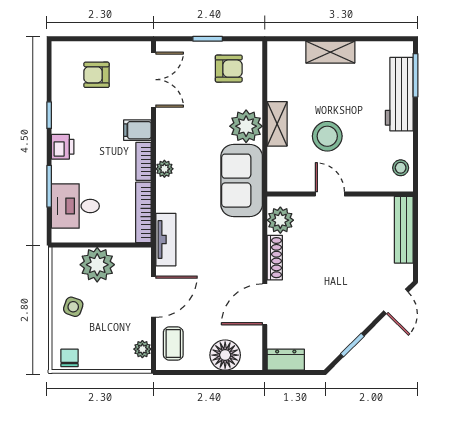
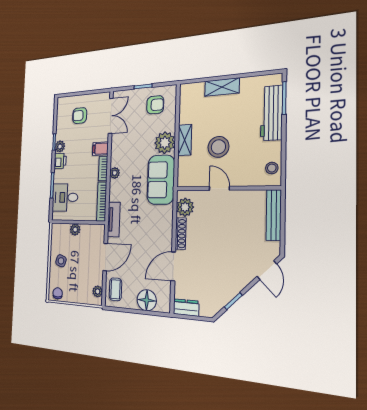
plant: (61, 123) -> (60, 146), added
plant: (97, 265) -> (75, 229), width x0.53, depth x0.53

